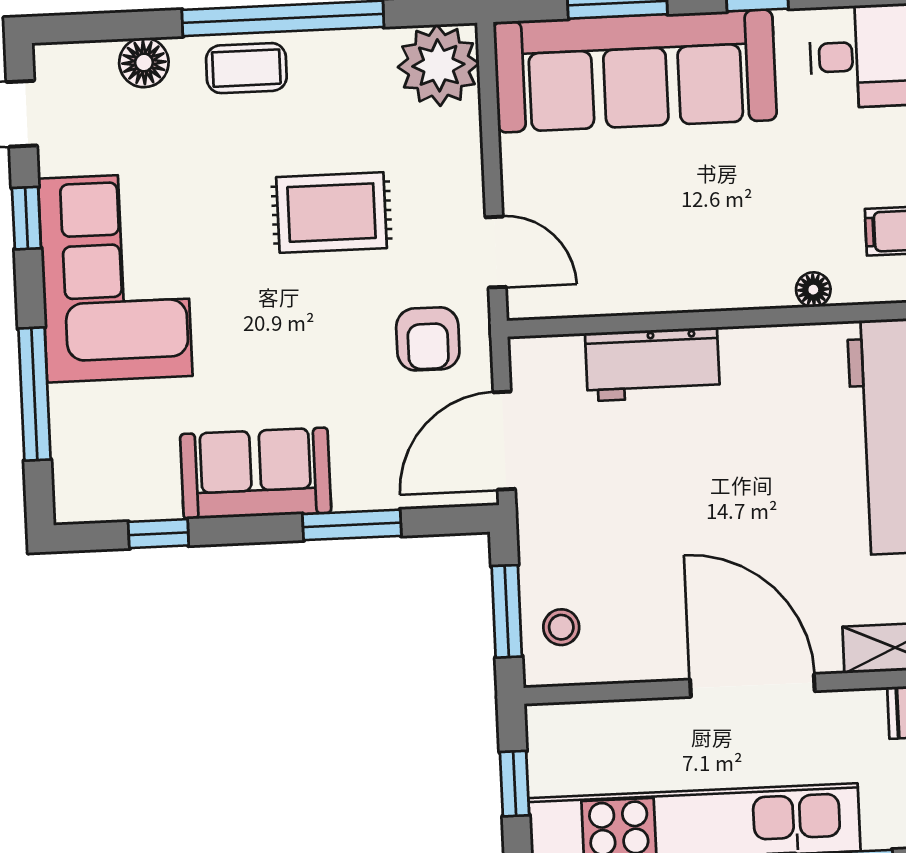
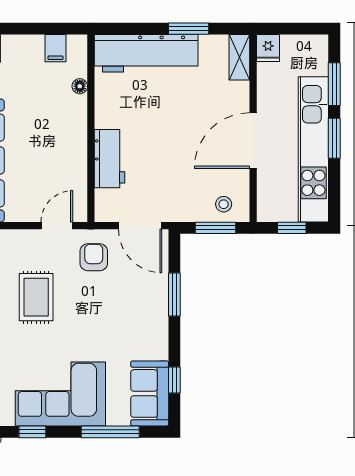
armchair: (428, 339) -> (94, 257), turned -90
sofa: (256, 473) -> (150, 393), moved
door: (752, 685) -> (253, 141), moved

